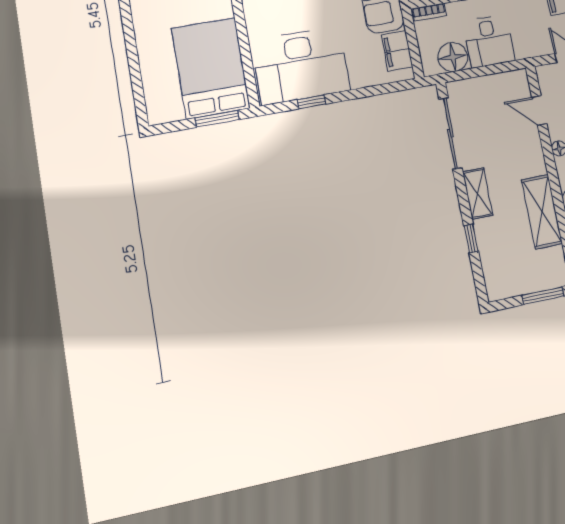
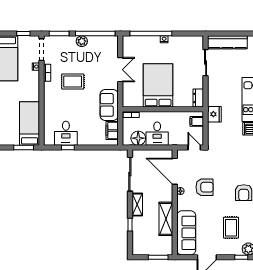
desk: (301, 66) -> (66, 133), width x0.53, depth x0.77
bed: (211, 68) -> (30, 123), width x0.67
door: (539, 110) -> (175, 171), width x1.88

